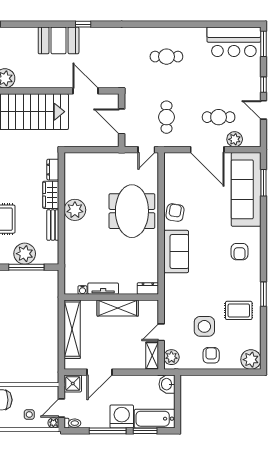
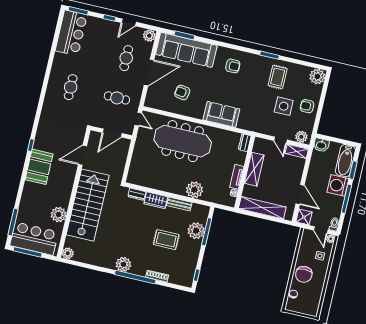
plant: (235, 139) -> (149, 36), moved
plant: (75, 210) -> (194, 190), moved
meeting table: (132, 211) -> (183, 141), width x1.36
armchair: (175, 213) -> (182, 92), moved

